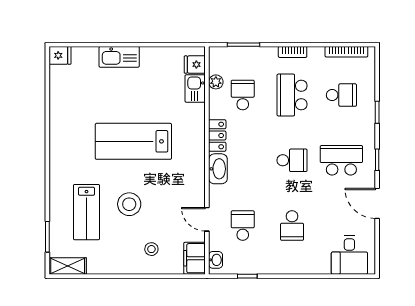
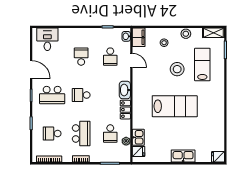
stool: (115, 264) -> (186, 34), added

